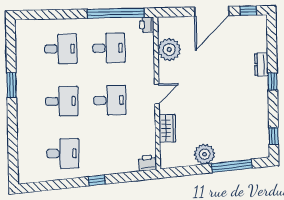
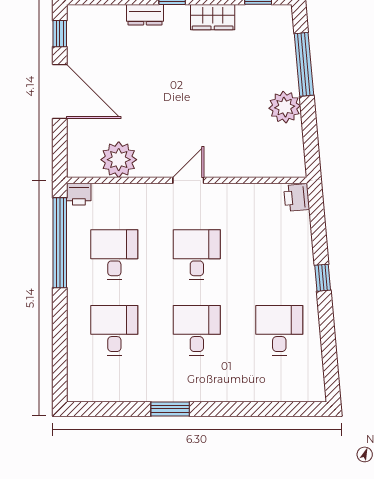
door: (157, 94) -> (188, 180), hinge flipped
wardrobe: (167, 128) -> (213, 17), moved, turned 180

